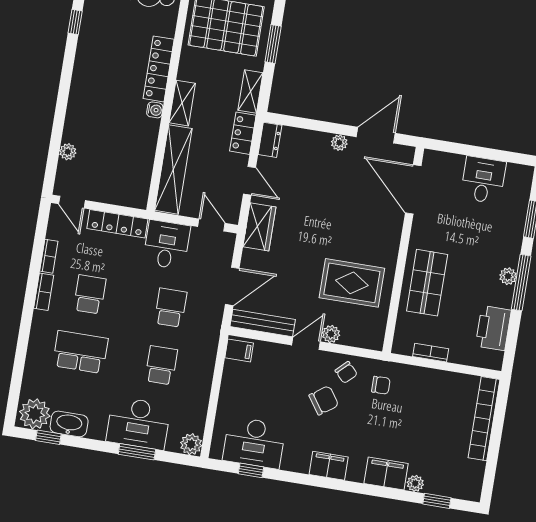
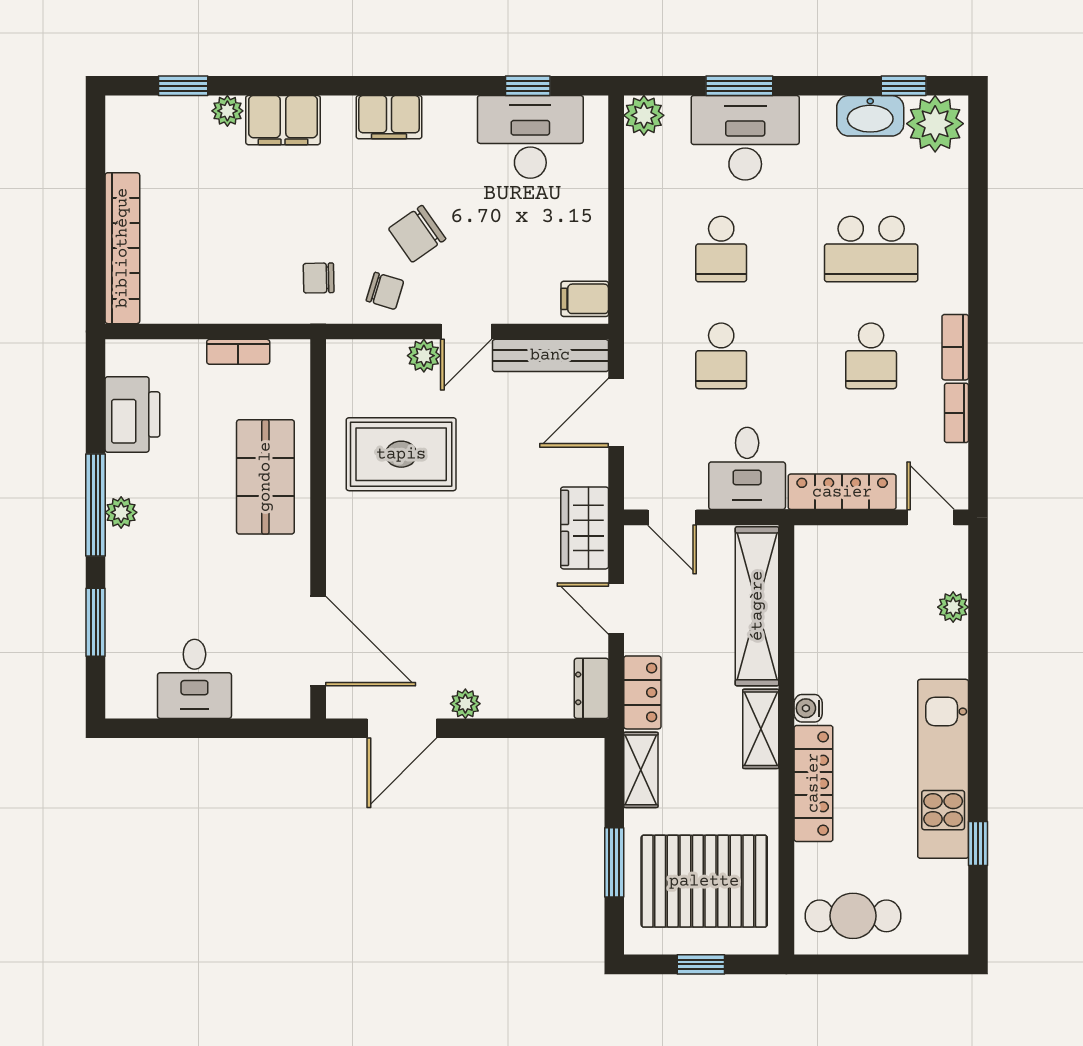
kitchen unit: (87, 65) -> (943, 769), added
chair: (346, 372) -> (385, 291), turned 151

